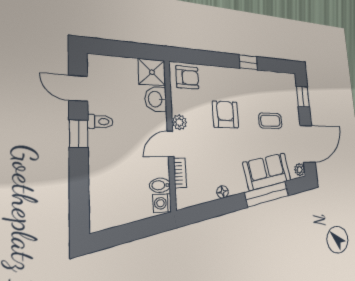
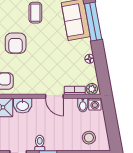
armchair: (225, 115) -> (16, 43), moved, turned -90
plant: (179, 122) -> (92, 89), moved
stool: (110, 197) -> (89, 138), added

